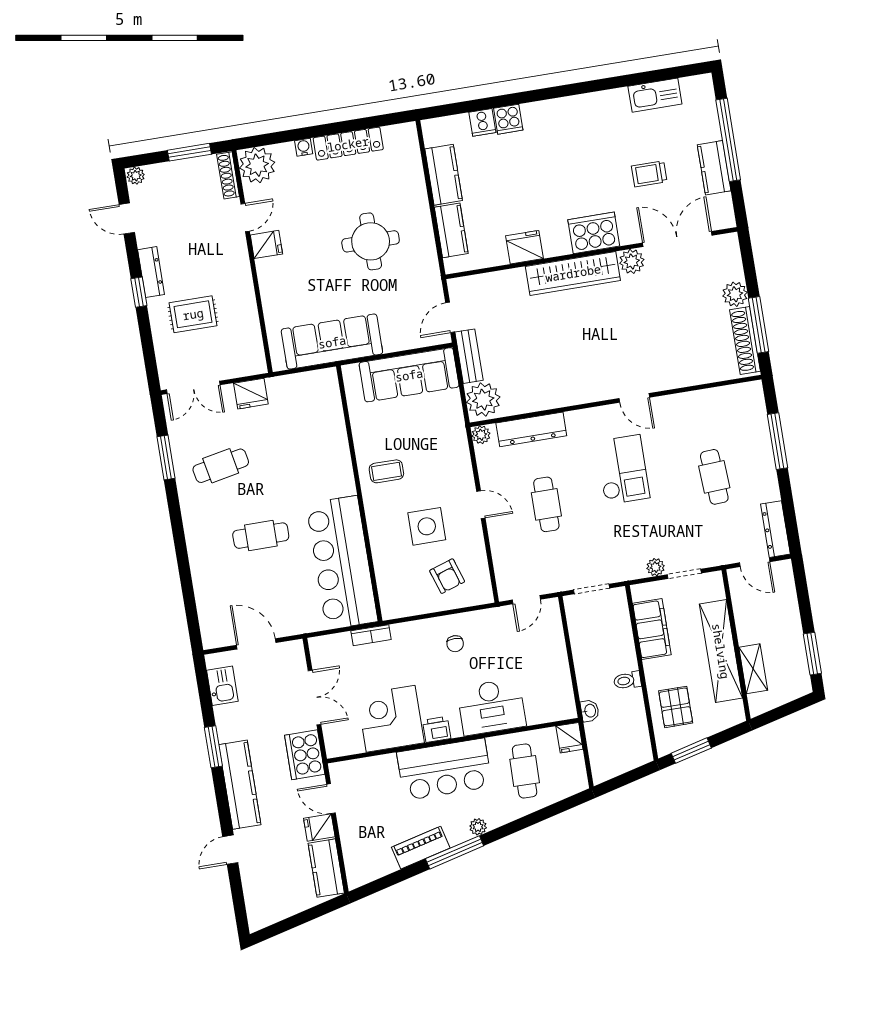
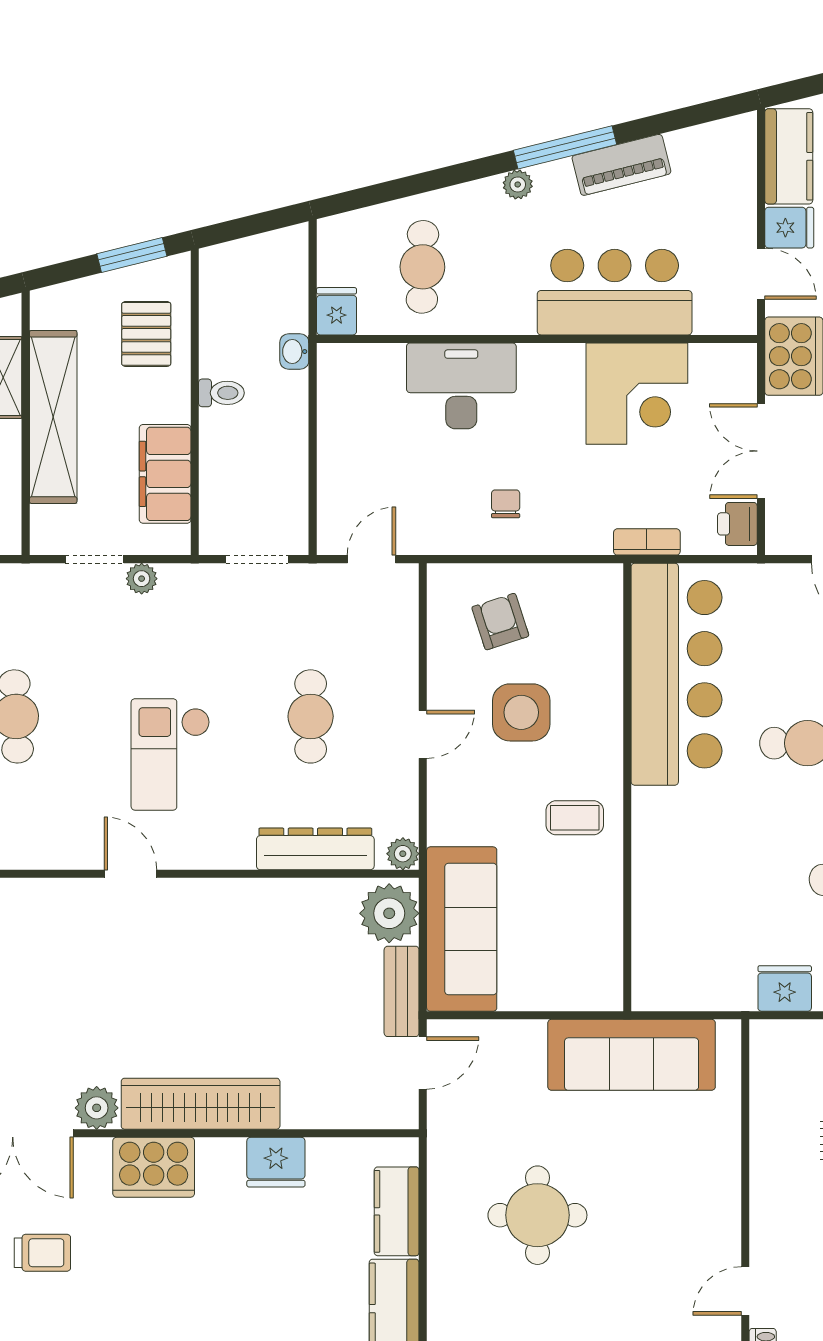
fridge: (266, 244) -> (716, 1239), removed
sofa: (409, 375) -> (462, 929), moved, turned 90
door: (481, 505) -> (423, 734), swing flipped
printer: (437, 729) -> (737, 524), moved, turned 90
bar counter: (444, 769) -> (615, 292), moved

